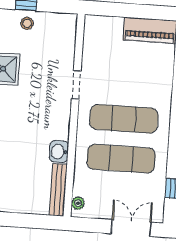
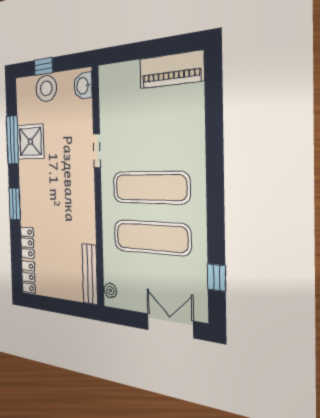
stool: (27, 23) -> (46, 88), width x1.89, depth x1.89
washbasin: (59, 152) -> (83, 86), moved

